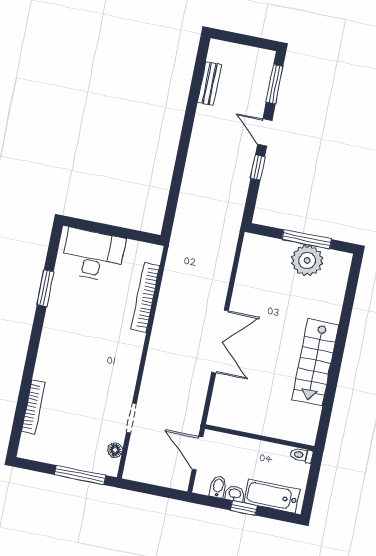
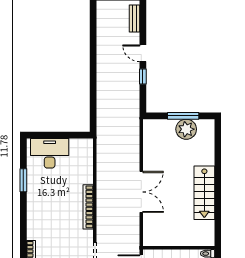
bench: (210, 83) -> (134, 19), moved
window: (275, 84) -> (143, 21), removed
bookcase: (145, 298) -> (88, 207), moved

